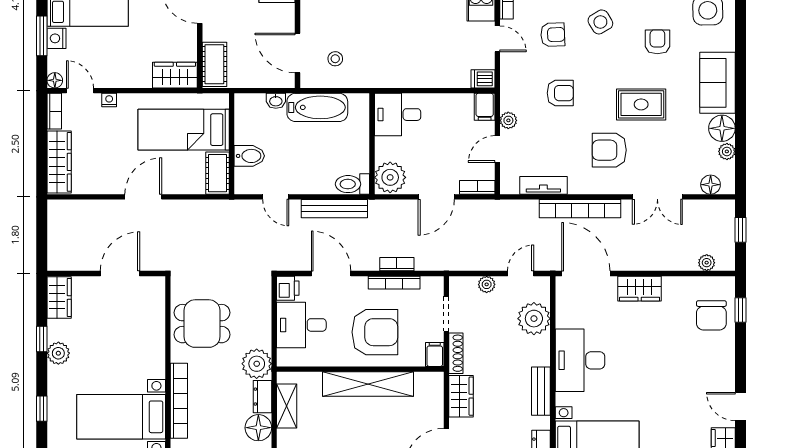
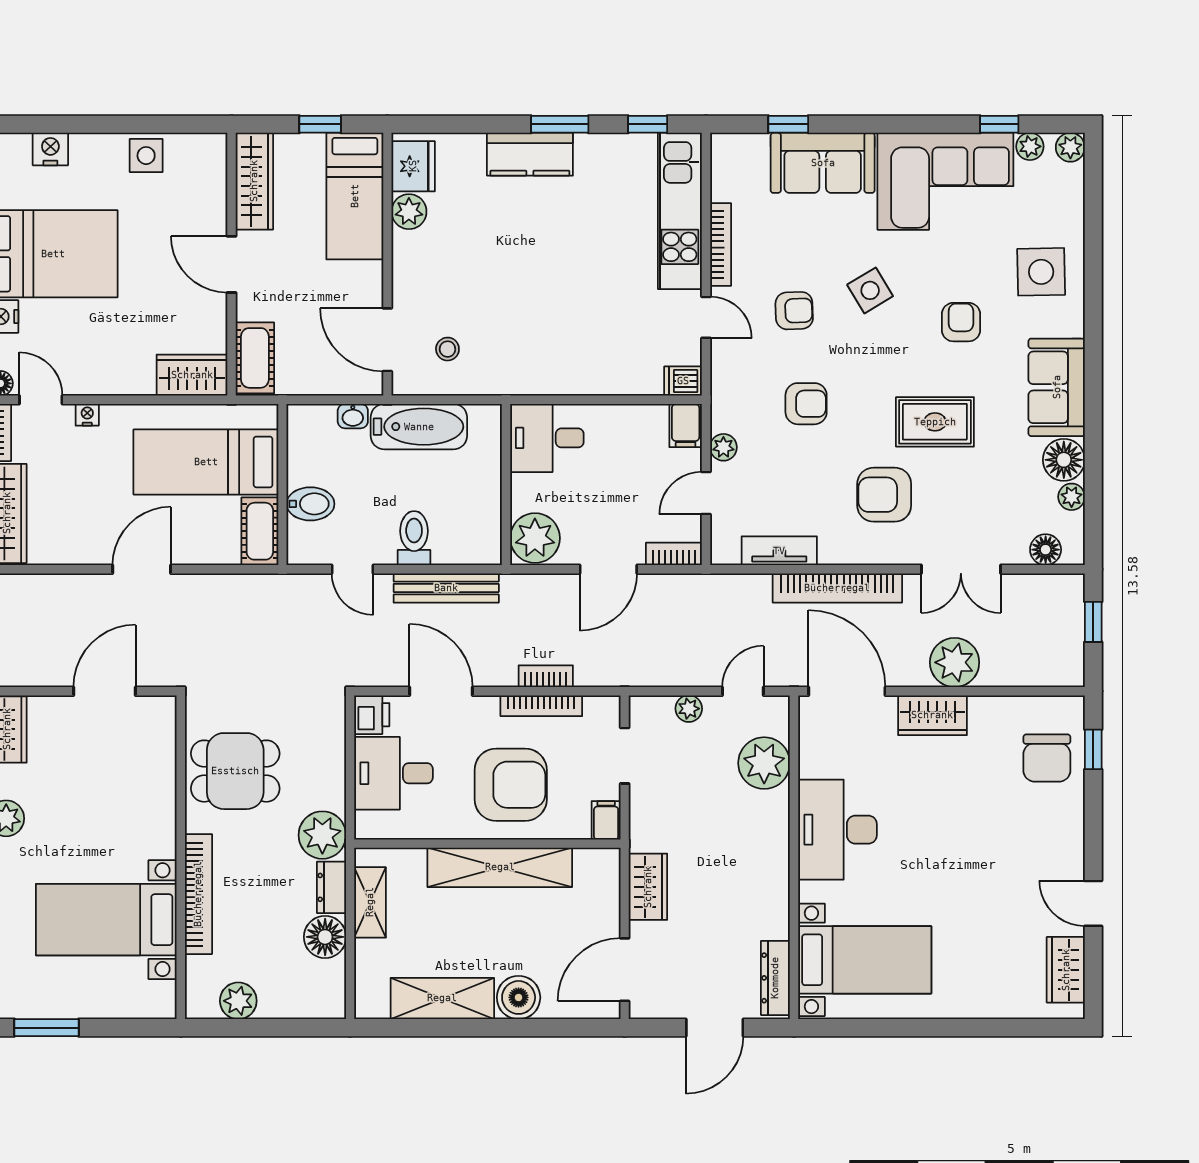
toilet: (352, 184) -> (414, 538), moved, turned 90
plant: (707, 263) -> (955, 662), moved, width x1.88, depth x1.88
shoe rack: (456, 353) -> (640, 818), removed
bench: (541, 391) -> (775, 879), removed

